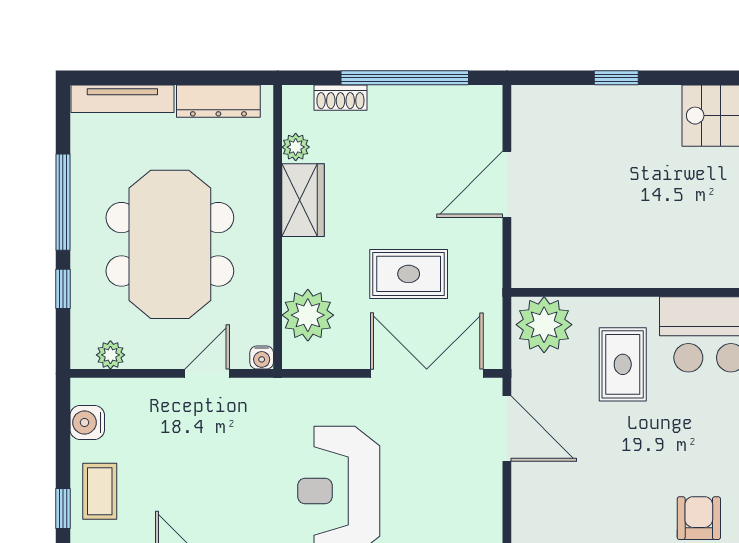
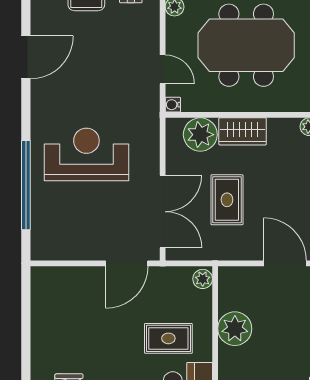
wardrobe: (303, 200) -> (243, 131), moved
plant: (608, 262) -> (235, 329), added
plant: (544, 325) -> (203, 279), width x0.53, depth x0.53

